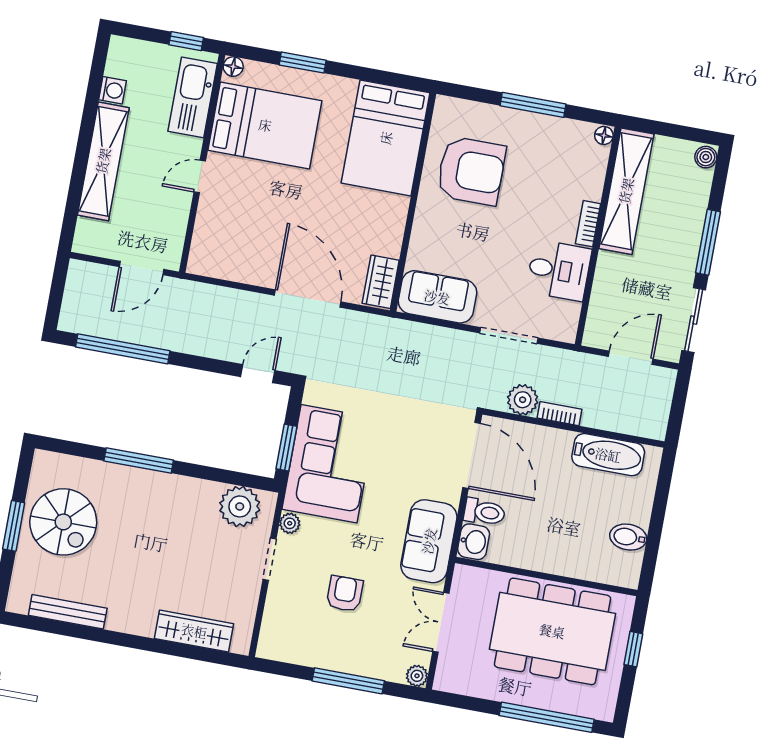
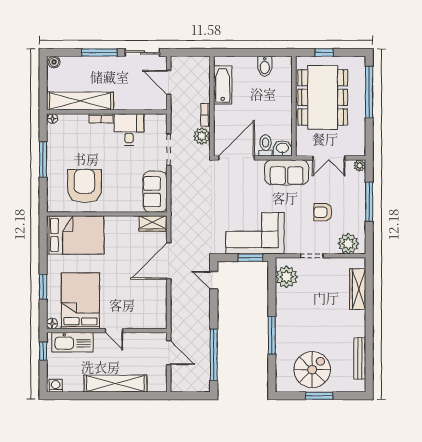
washing machine: (112, 90) -> (56, 386), moved
plant: (290, 523) -> (348, 244), moved, width x1.88, depth x1.88

